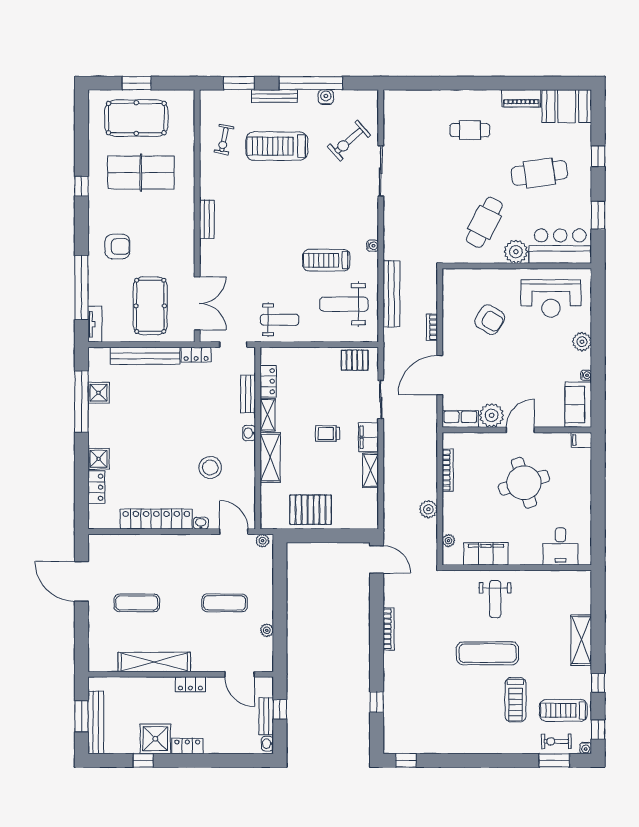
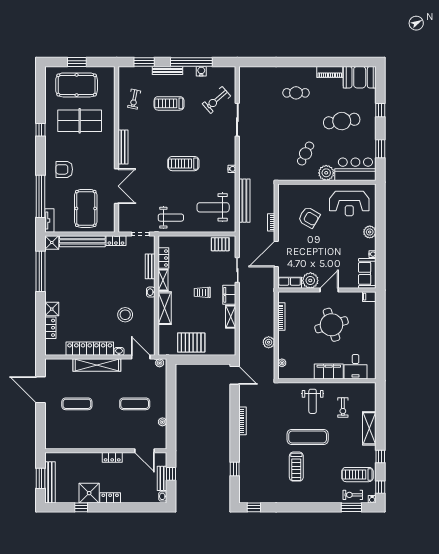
treadmill: (277, 146) -> (169, 103), width x0.73, depth x0.73
bench: (207, 219) -> (123, 147), width x1.36
cafe table: (484, 222) -> (306, 154), width x0.73, depth x0.74
armchair: (117, 246) -> (64, 169), turned 180
treadmill: (326, 260) -> (183, 164), moved
double door: (197, 303) -> (117, 186), moved
shower: (99, 393) -> (52, 243), moved
filing cabinet: (486, 554) -> (329, 372), moved
exercise bike: (541, 608) -> (343, 407), added
shelving: (154, 662) -> (97, 365), moved
treadmill: (516, 700) -> (296, 467), moved

